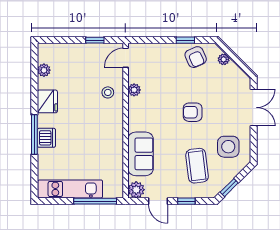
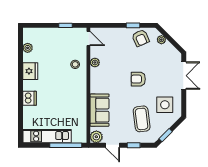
door: (126, 58) -> (88, 39), swing flipped
window: (34, 134) -> (20, 96), removed

